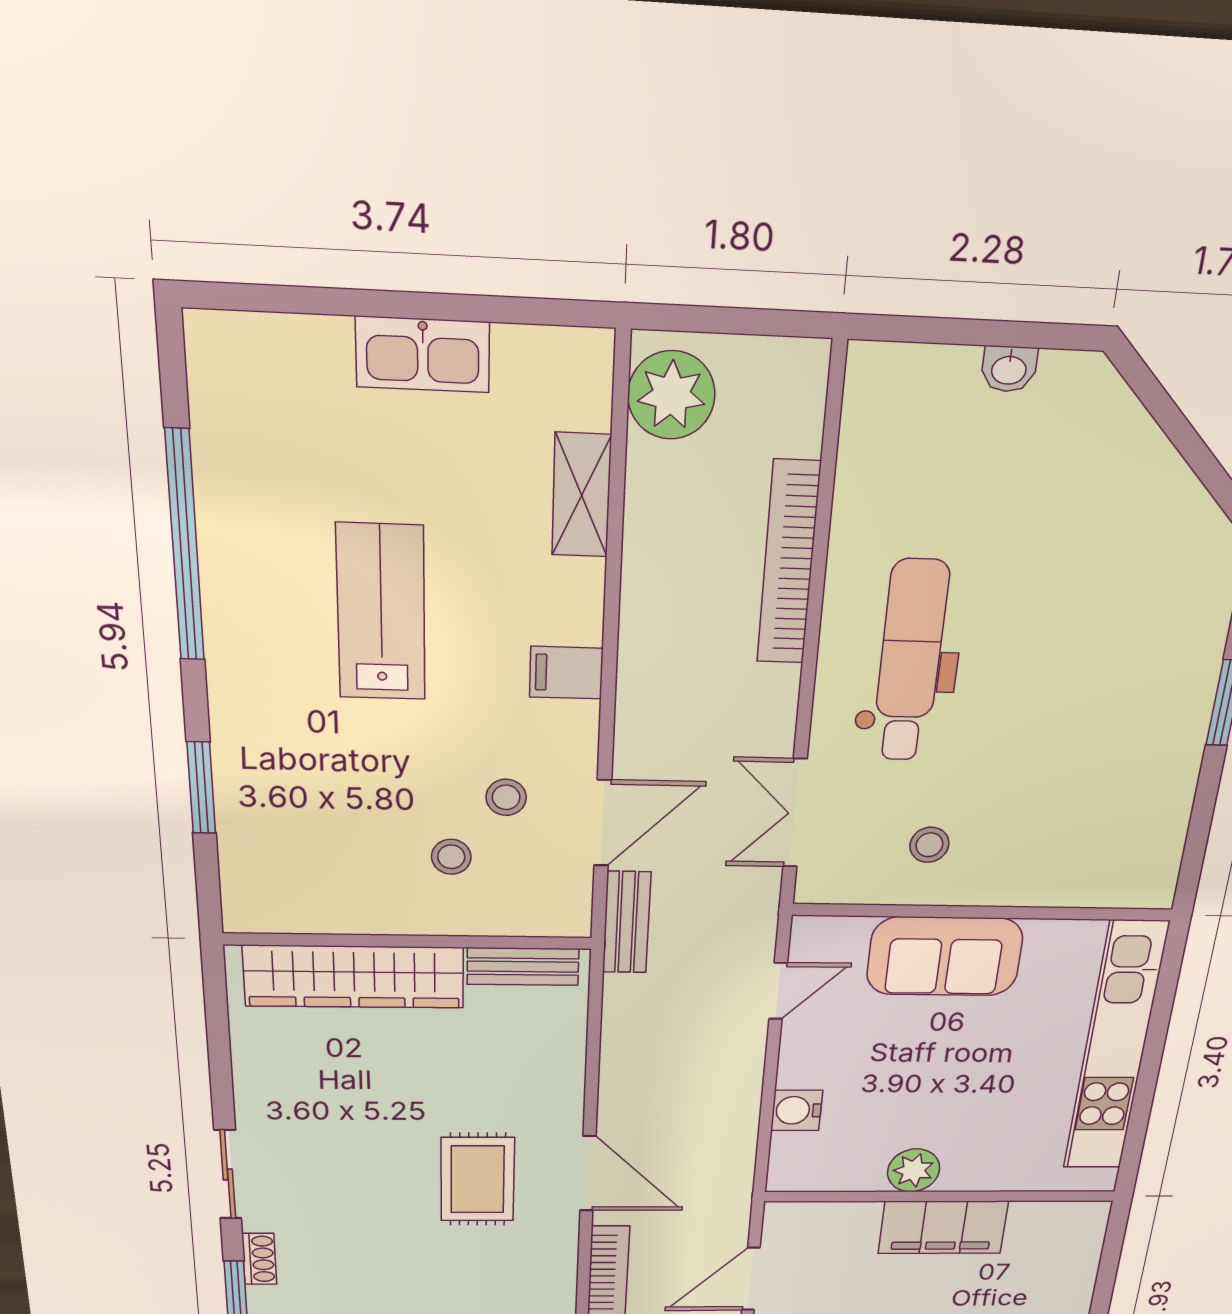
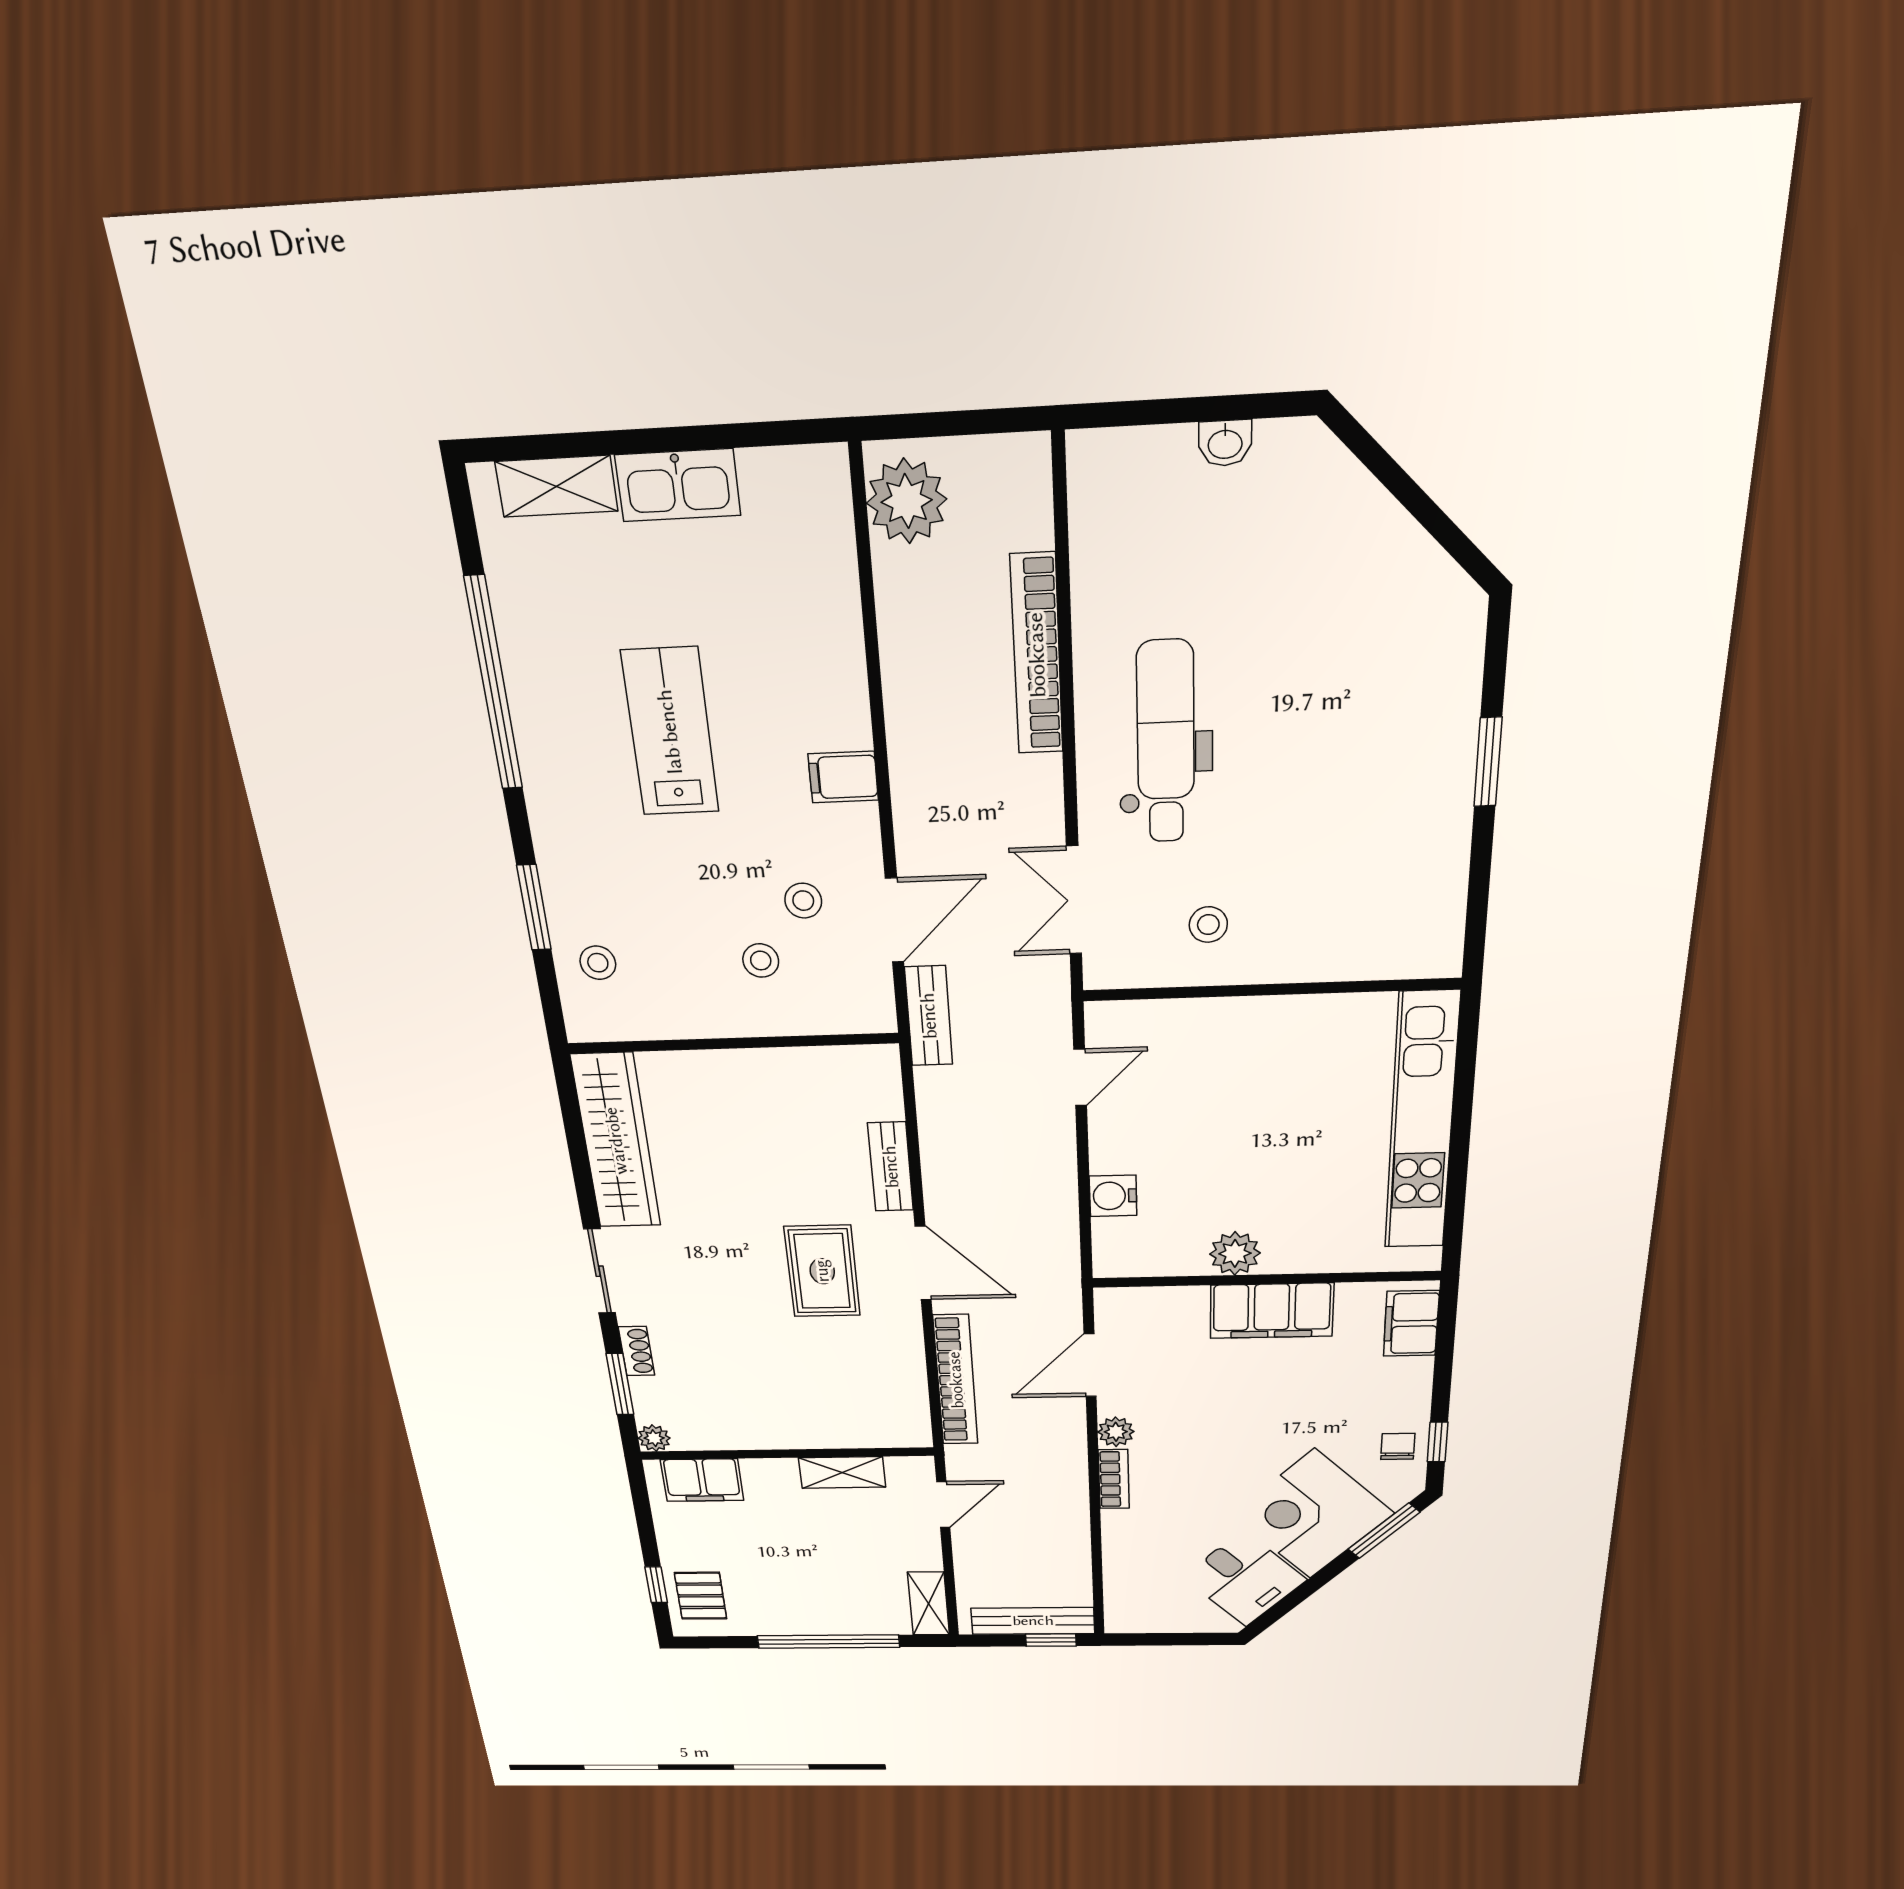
shelving: (582, 495) -> (557, 486), moved, turned 90
stool: (268, 850) -> (598, 963), added
sofa: (945, 956) -> (1238, 1036), removed
bench: (523, 967) -> (891, 1167), moved, turned 90
wardrobe: (354, 977) -> (616, 1141), moved, turned -90
filing cabinet: (1079, 1242) -> (1411, 1323), added

